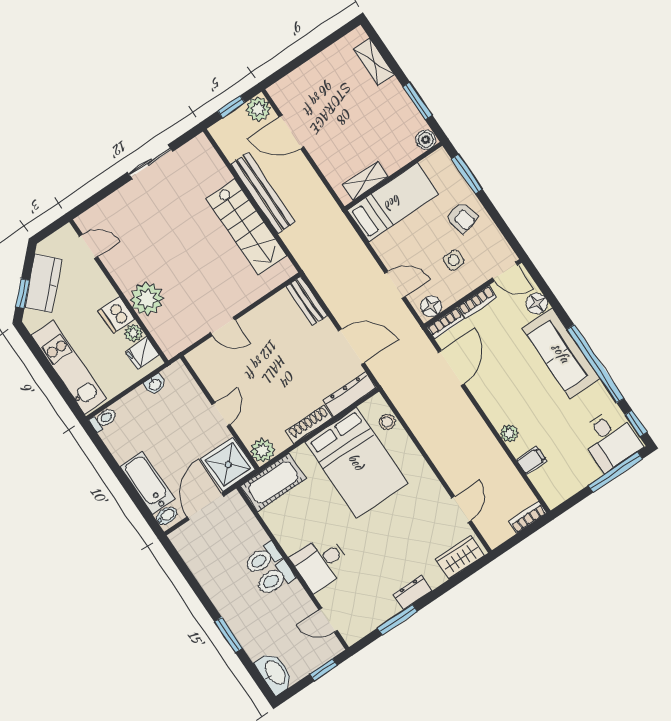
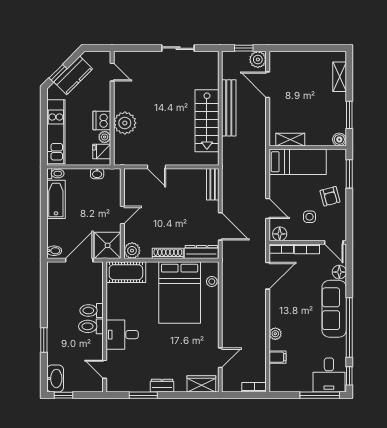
bathtub: (147, 483) -> (56, 199), moved
window: (324, 670) -> (63, 395), moved

